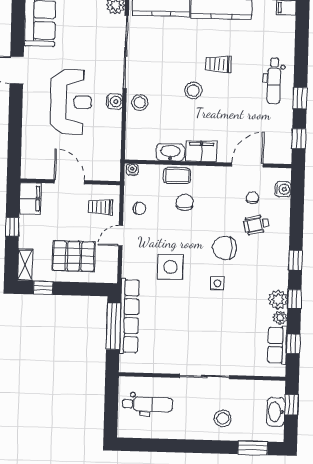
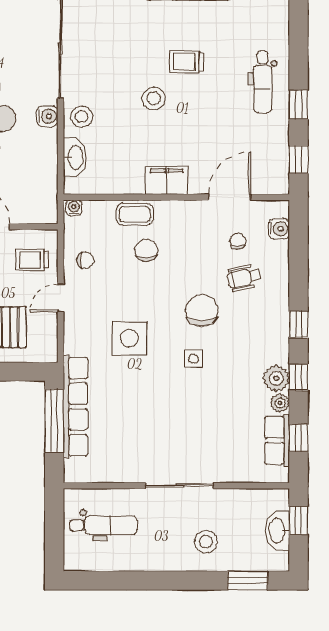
washbasin: (170, 152) -> (75, 157), moved, turned 90
chair: (225, 248) -> (202, 310), turned 90

